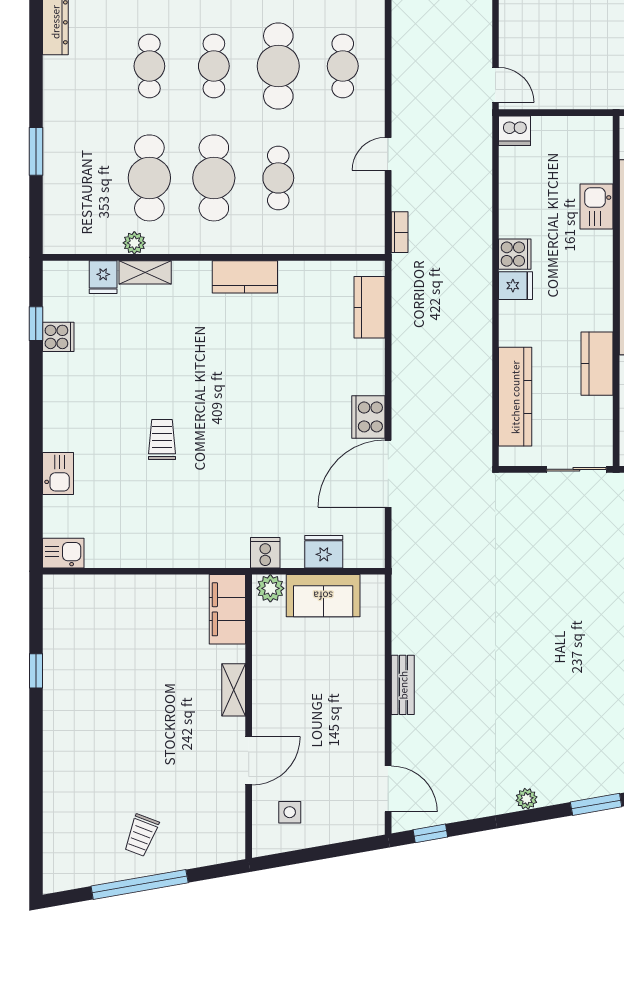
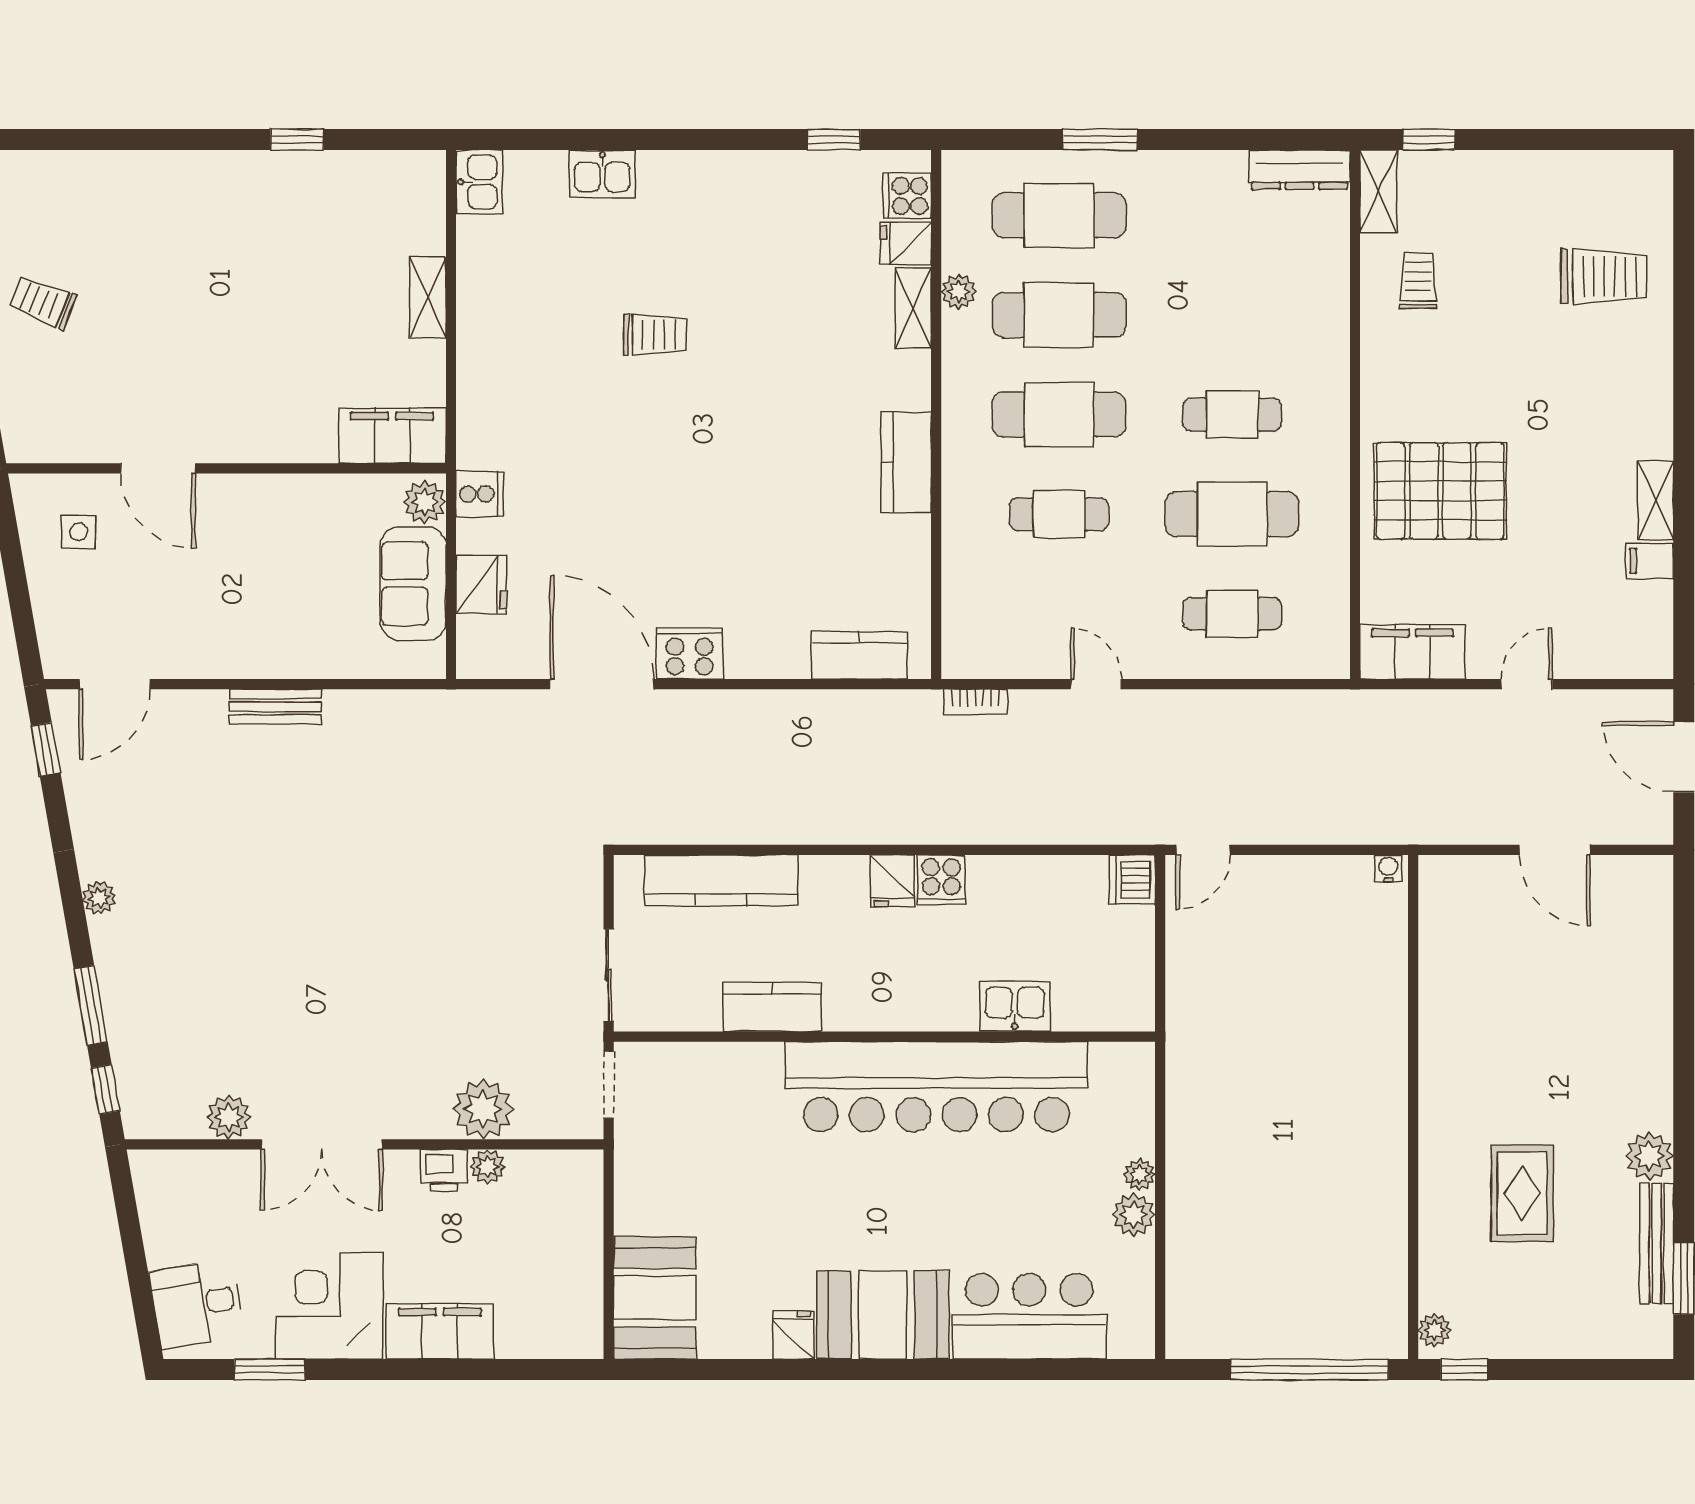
cafe table: (149, 66) -> (1059, 215), moved, width x1.37, depth x1.35
cooker: (58, 337) -> (907, 196), moved, turned 90
shelving: (234, 690) -> (428, 297), moved, turned 90

